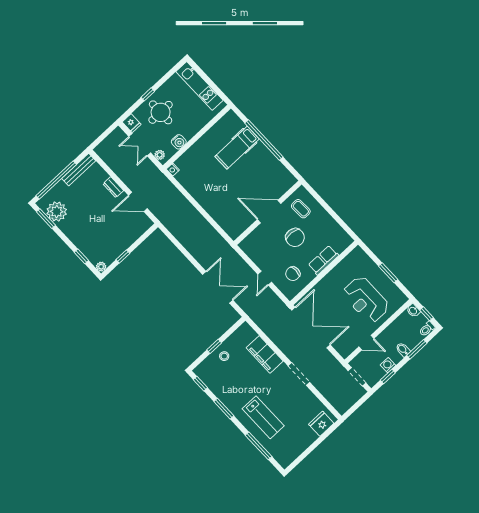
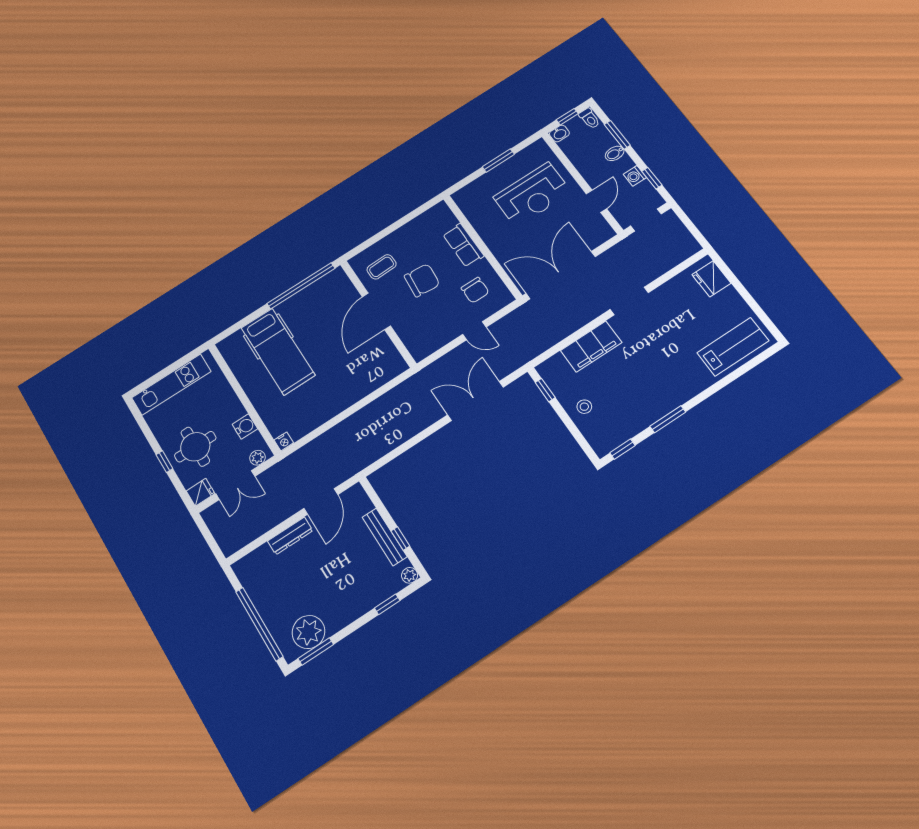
window: (264, 140) -> (301, 286), moved
hospital bed: (237, 148) -> (278, 351), width x1.37, depth x1.29
bench: (79, 170) -> (385, 537), moved
dresser: (113, 187) -> (290, 536), width x1.44
window: (214, 346) -> (545, 390), moved
lab bench: (263, 417) -> (733, 347), moved
window: (259, 446) -> (735, 375), removed

